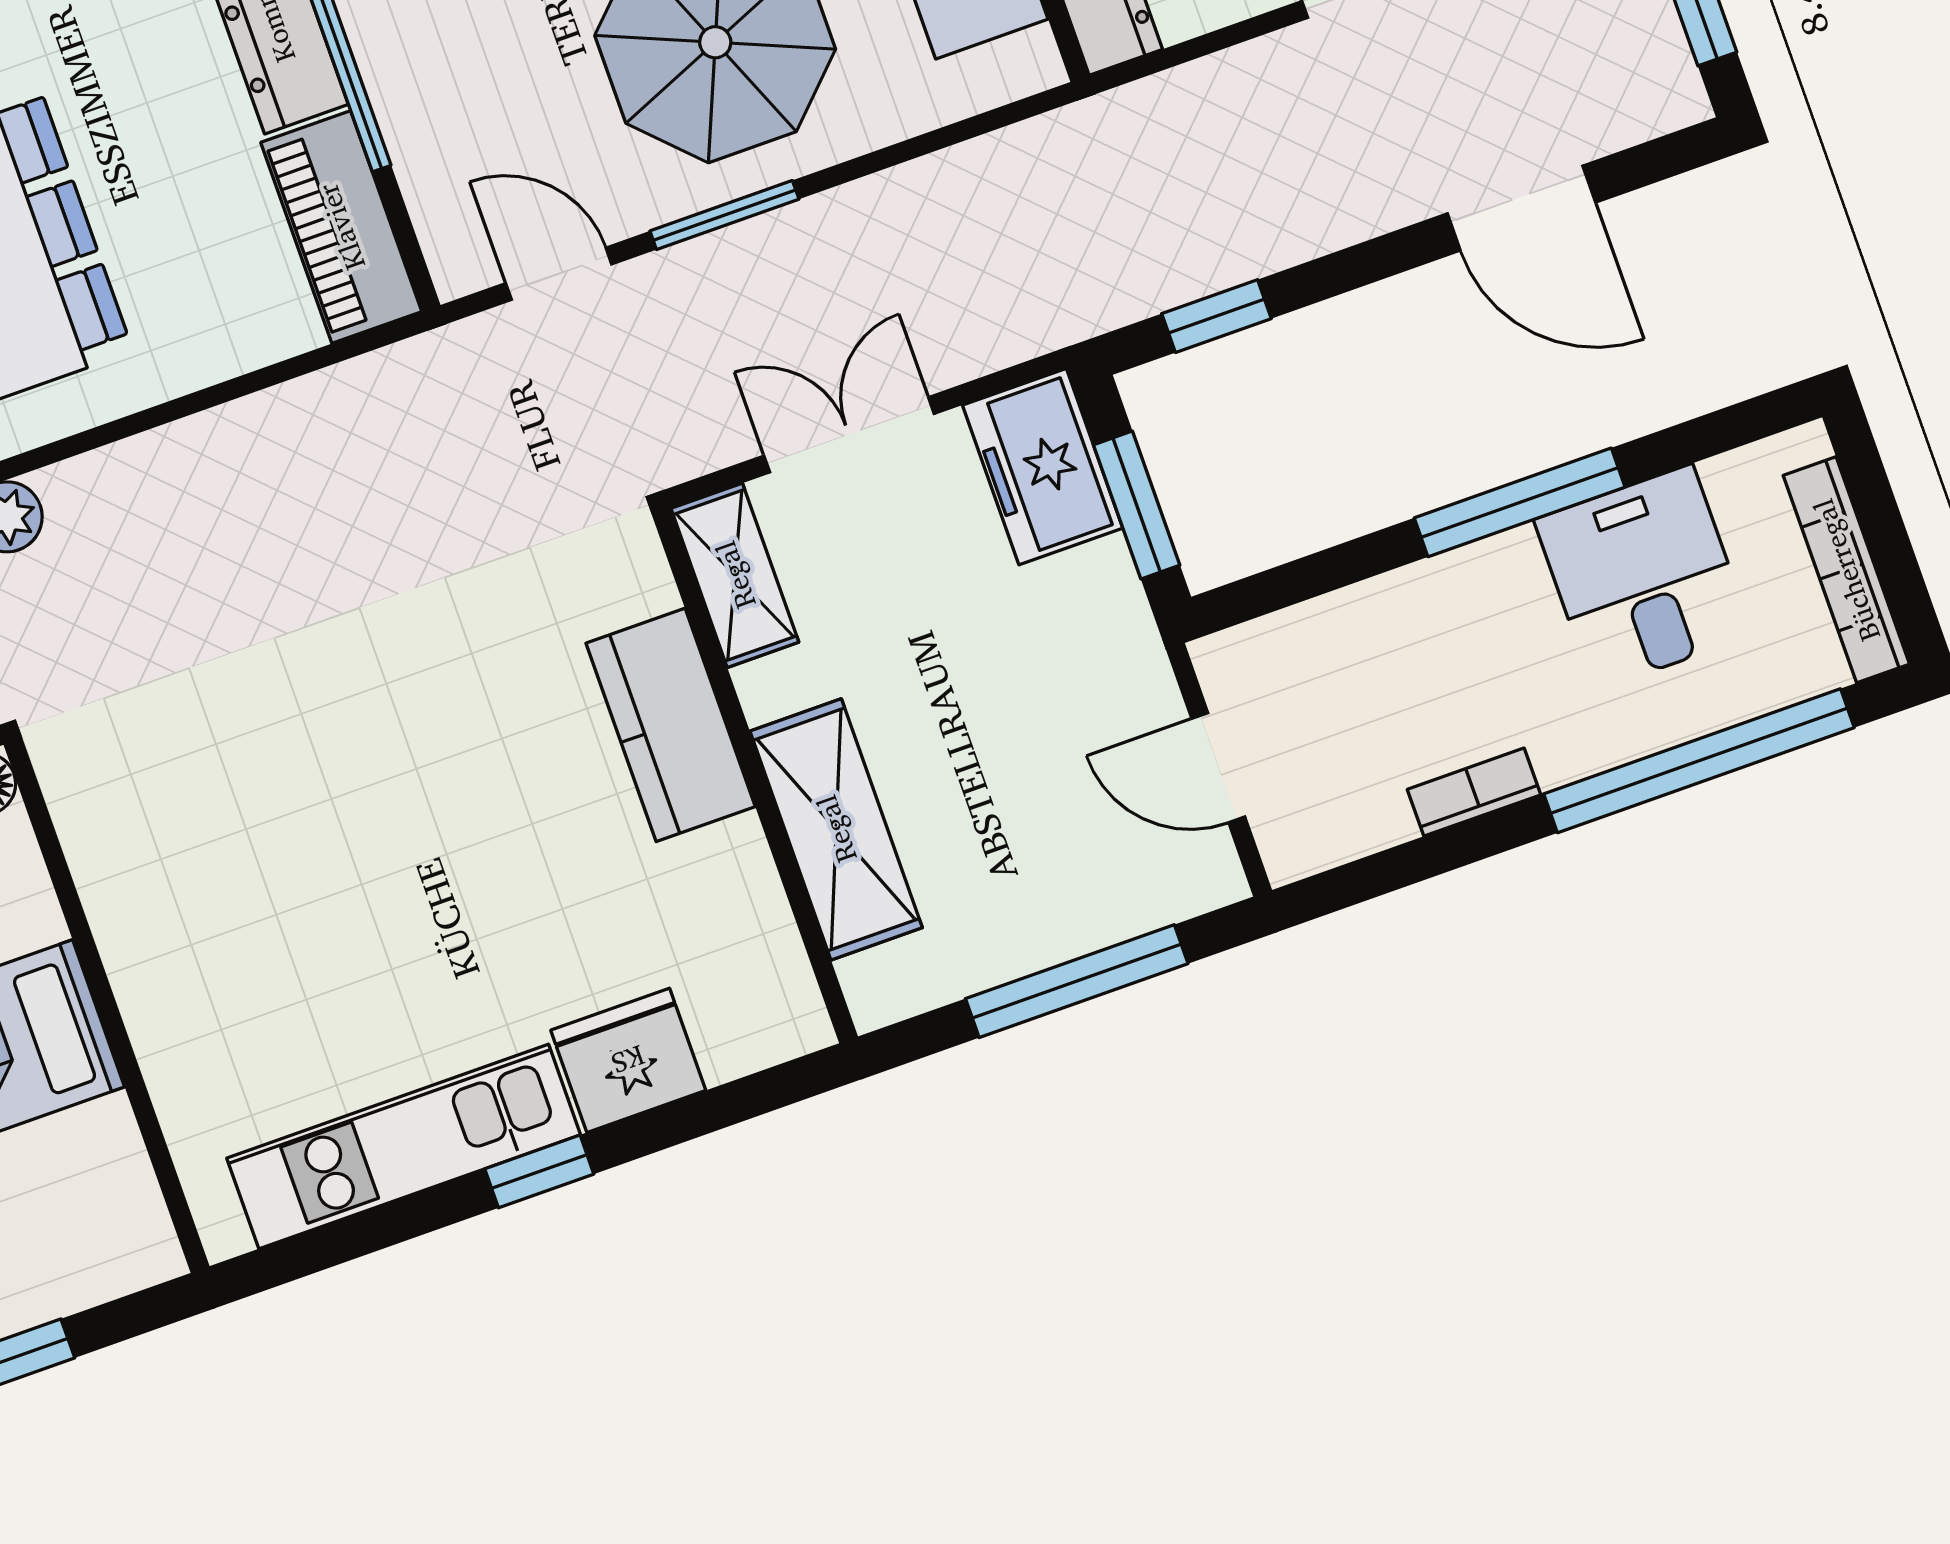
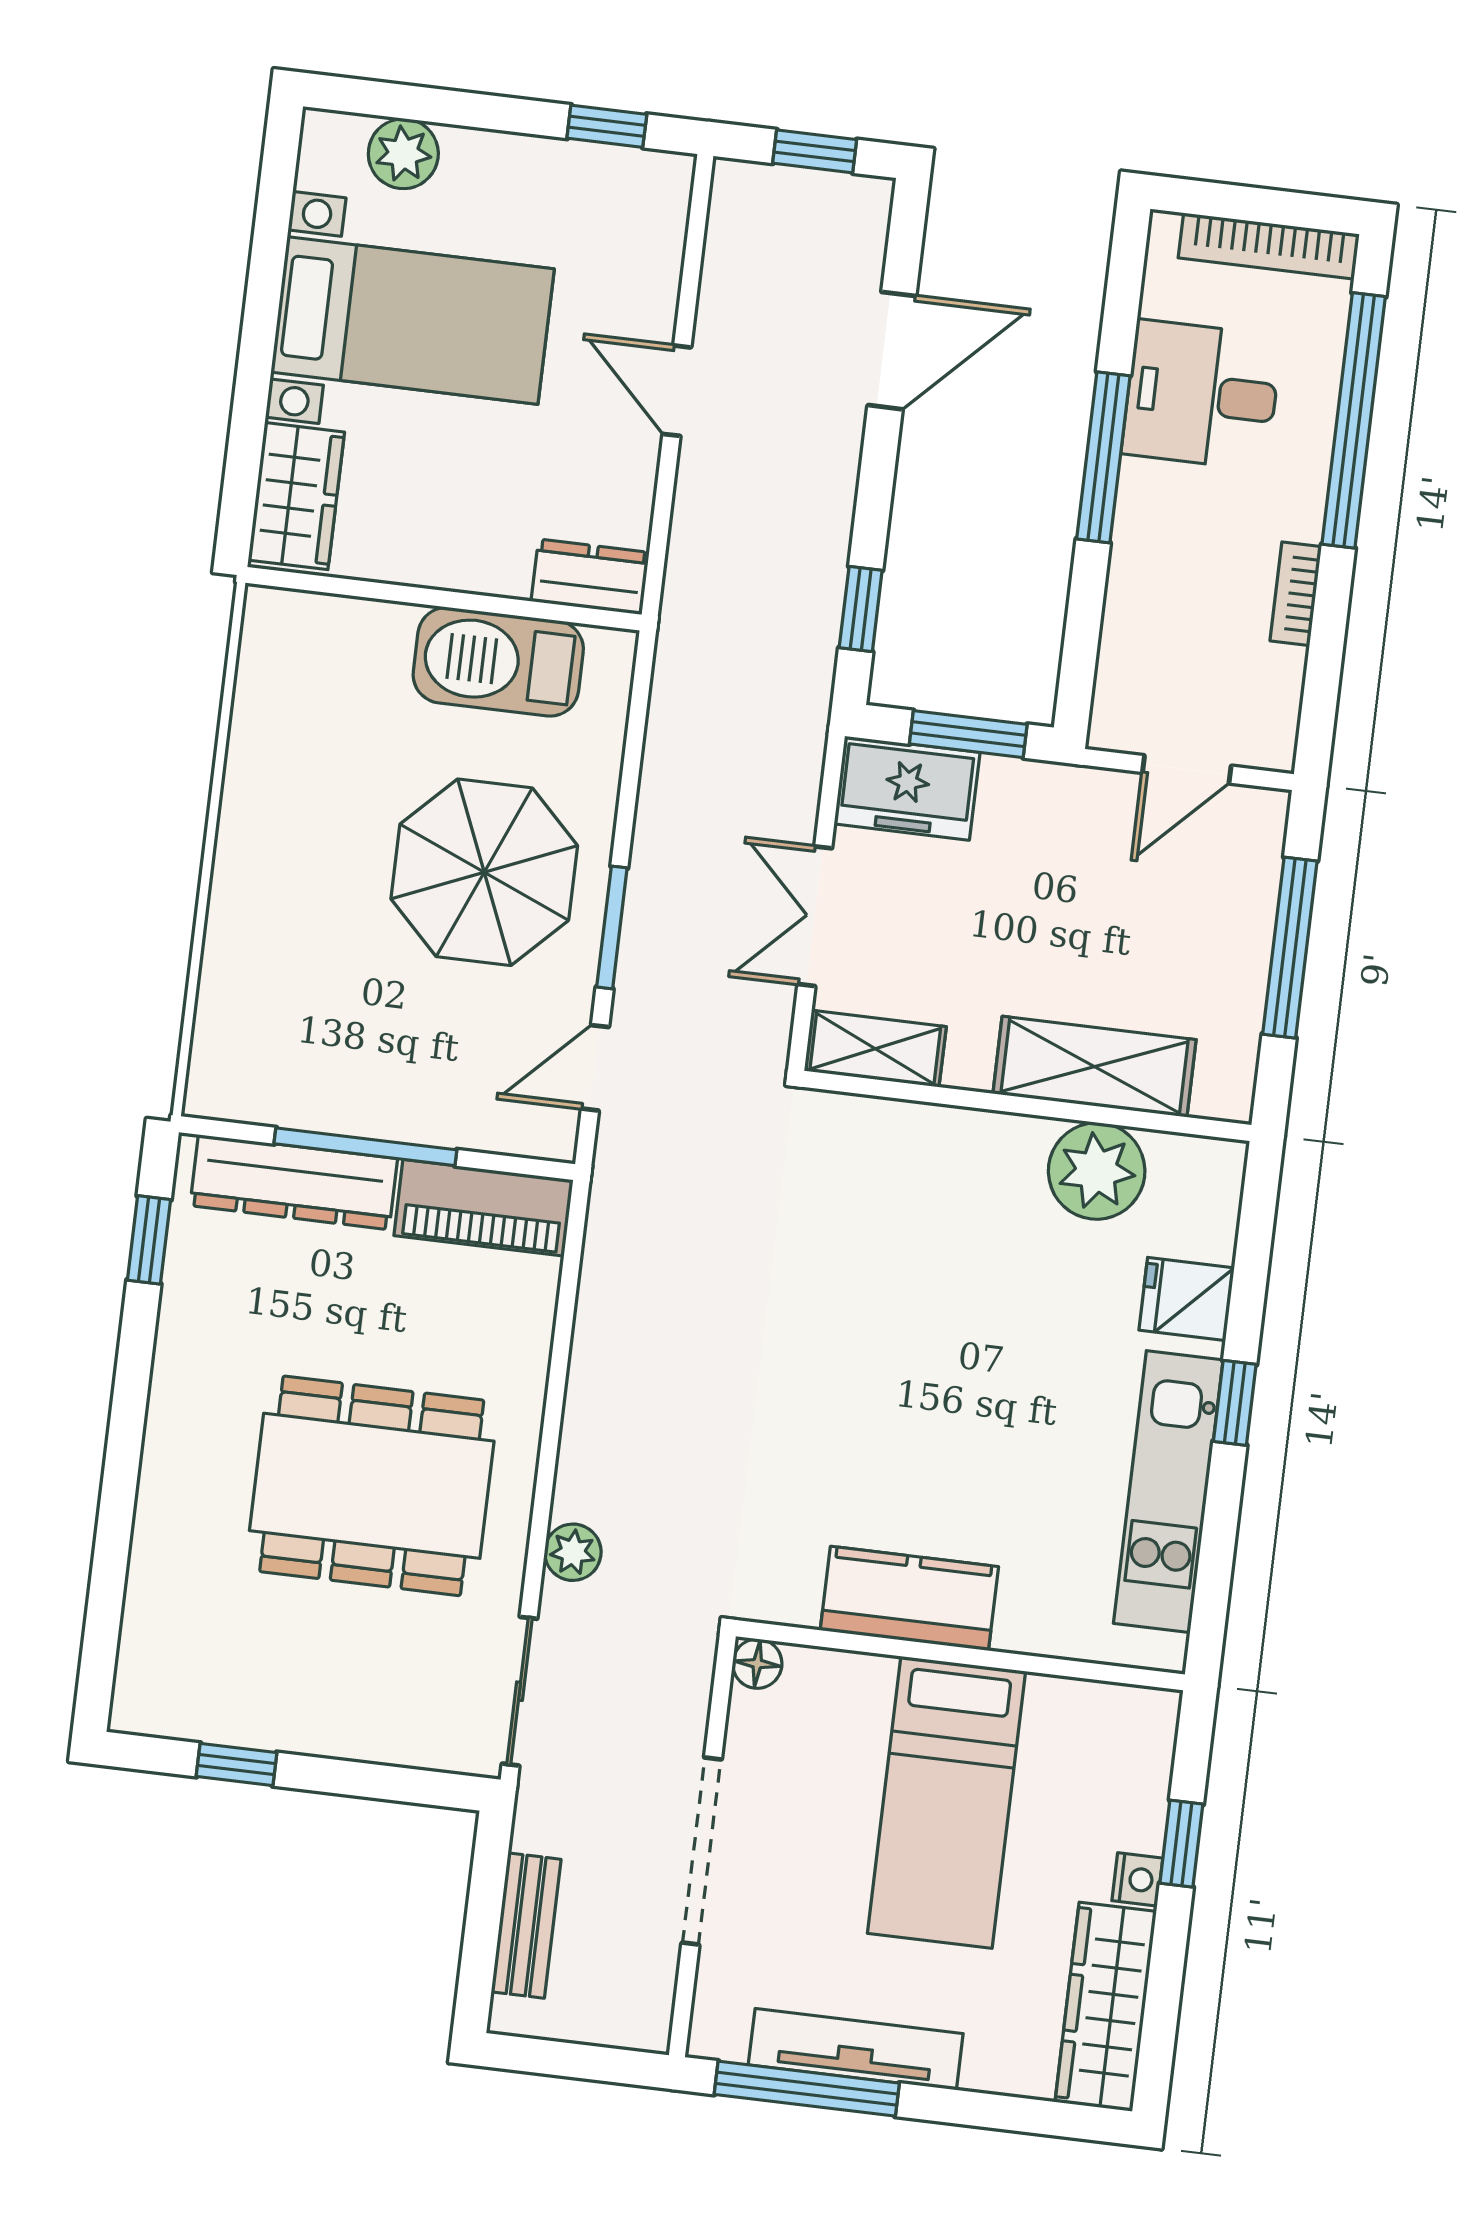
kitchen counter: (671, 725) -> (909, 1598), moved, turned 180
plant: (721, 889) -> (1097, 1171), added
fridge: (628, 1060) -> (1187, 1299), width x0.72

